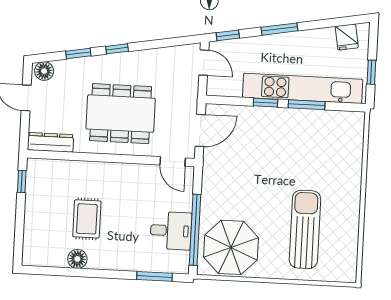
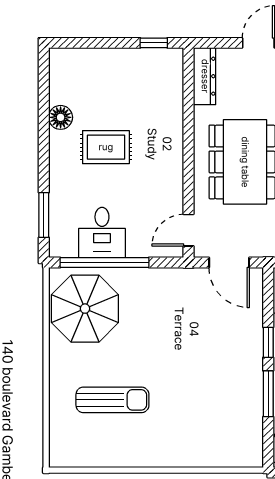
rug: (87, 219) -> (106, 147), moved
sun lounger: (305, 229) -> (112, 400), width x0.73, depth x0.75

